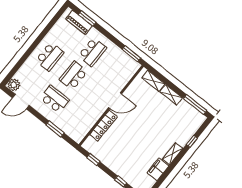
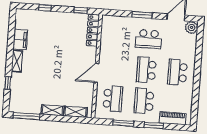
window: (87, 19) -> (154, 125), moved
window: (131, 54) -> (123, 123), moved
school desk: (116, 71) -> (113, 99), added
school desk: (73, 76) -> (146, 70), turned 180
locker: (103, 126) -> (93, 30), moved
window: (55, 129) -> (142, 15), moved

